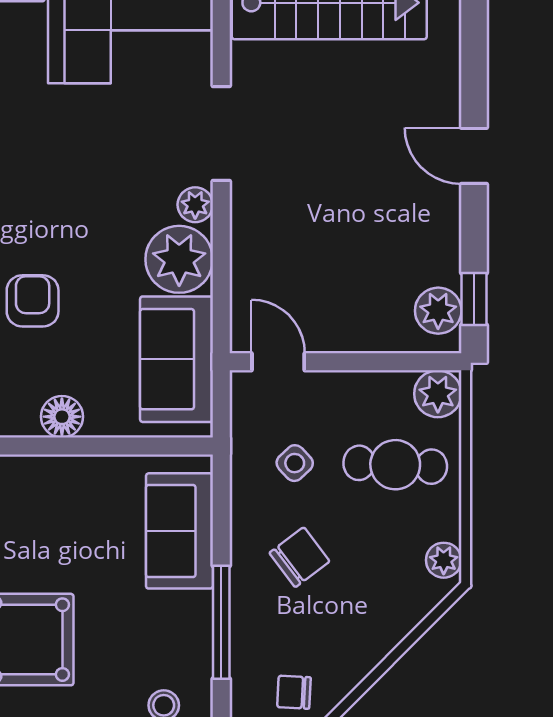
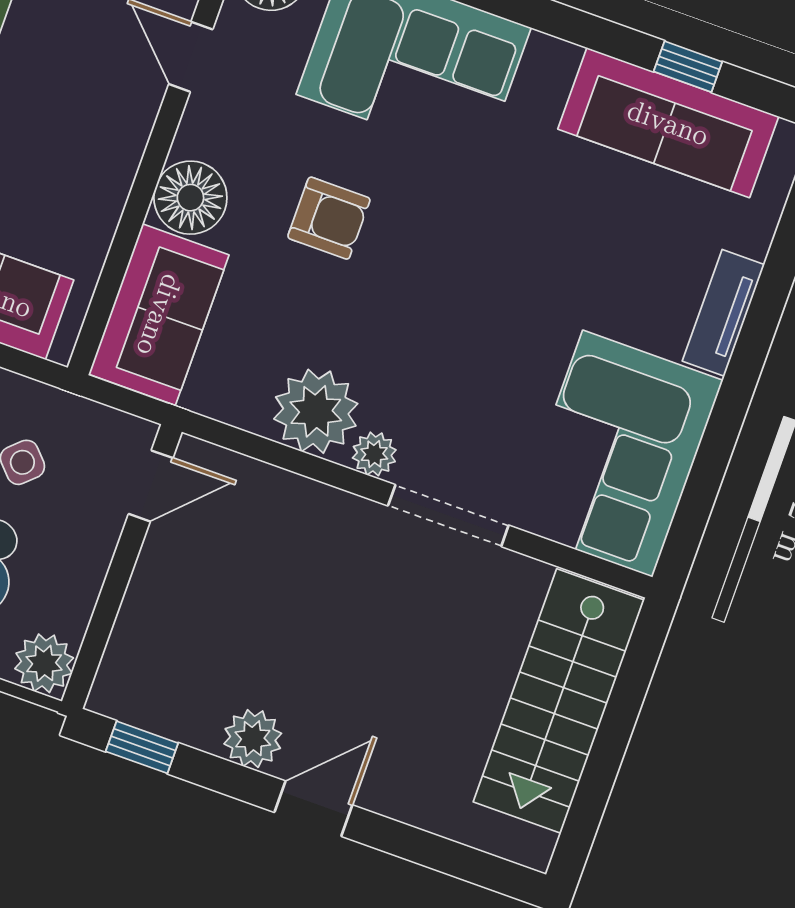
plant: (438, 311) -> (253, 739), moved
sofa: (176, 359) -> (159, 315), moved, turned 90
floor lamp: (62, 417) -> (190, 198), width x1.38, depth x1.38

